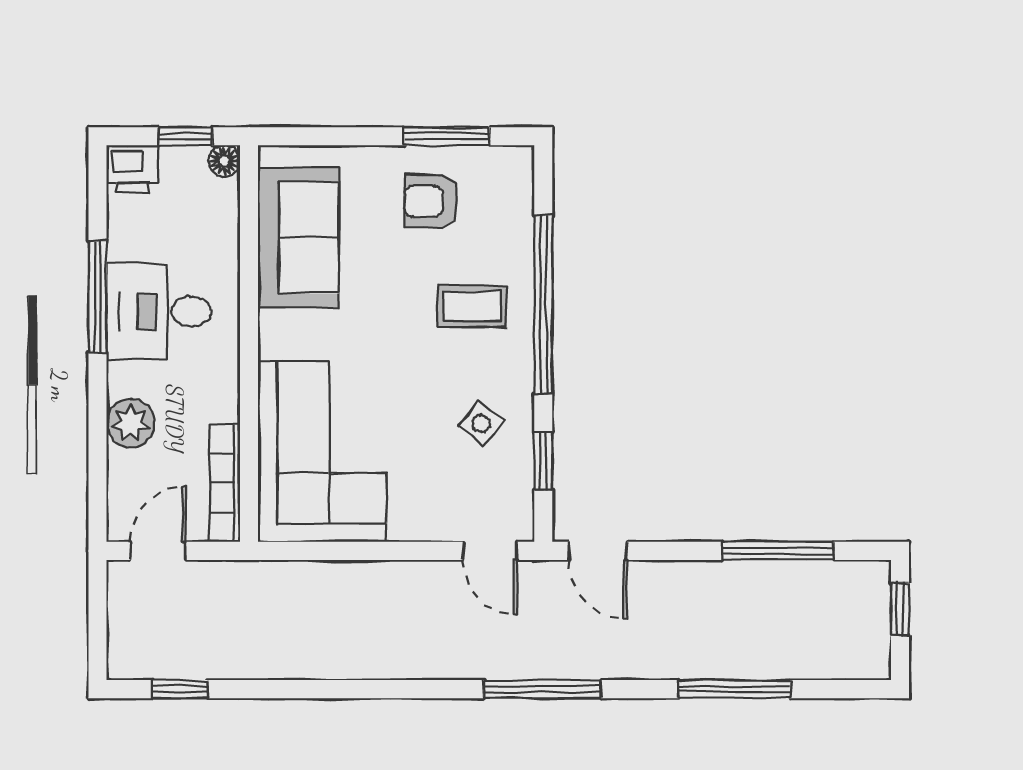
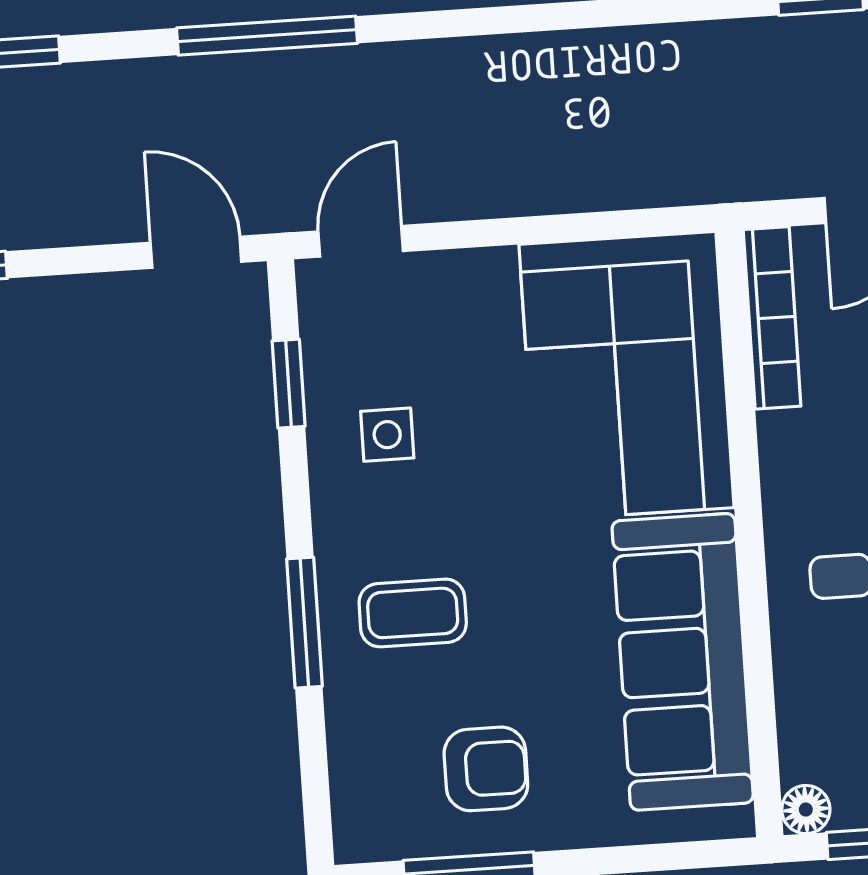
sofa: (298, 237) -> (683, 662), width x1.36
window: (543, 305) -> (304, 623), width x0.47
side table: (481, 424) -> (387, 435), turned -38
door: (490, 551) -> (361, 241), hinge flipped

